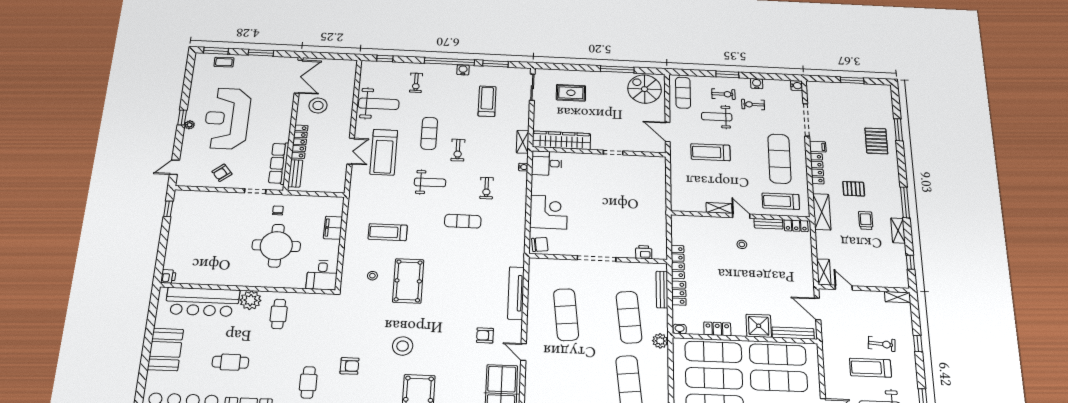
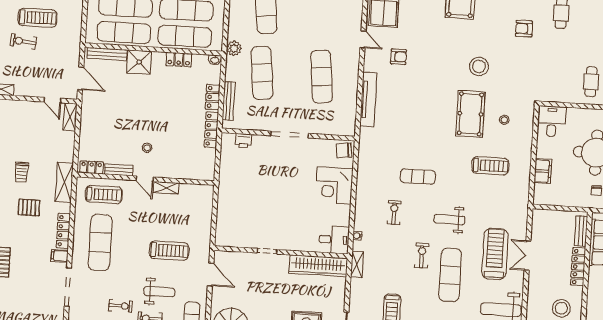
exercise mat: (429, 133) -> (450, 275), width x1.36, depth x1.45
stool: (403, 346) -> (479, 66), moved

